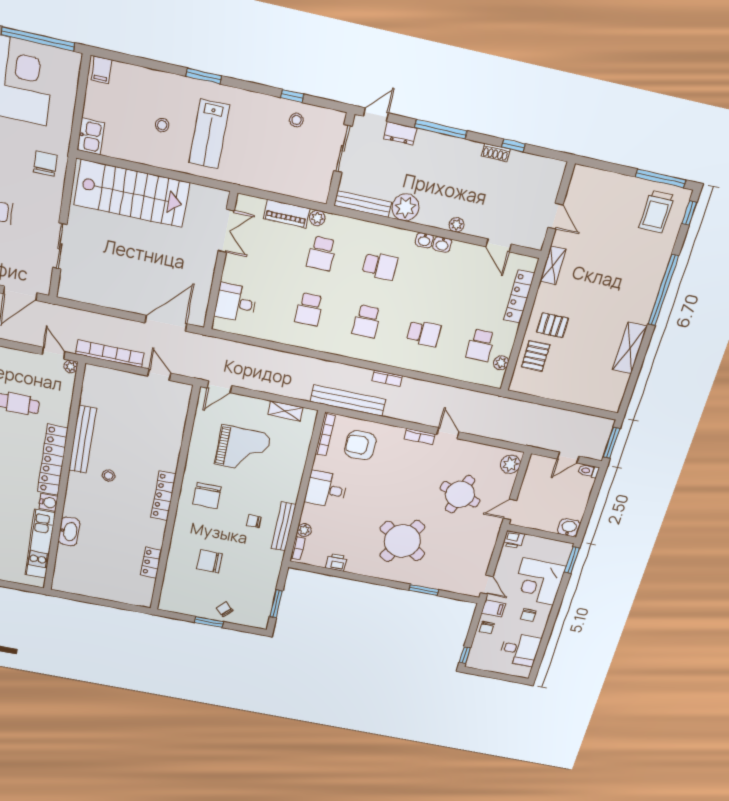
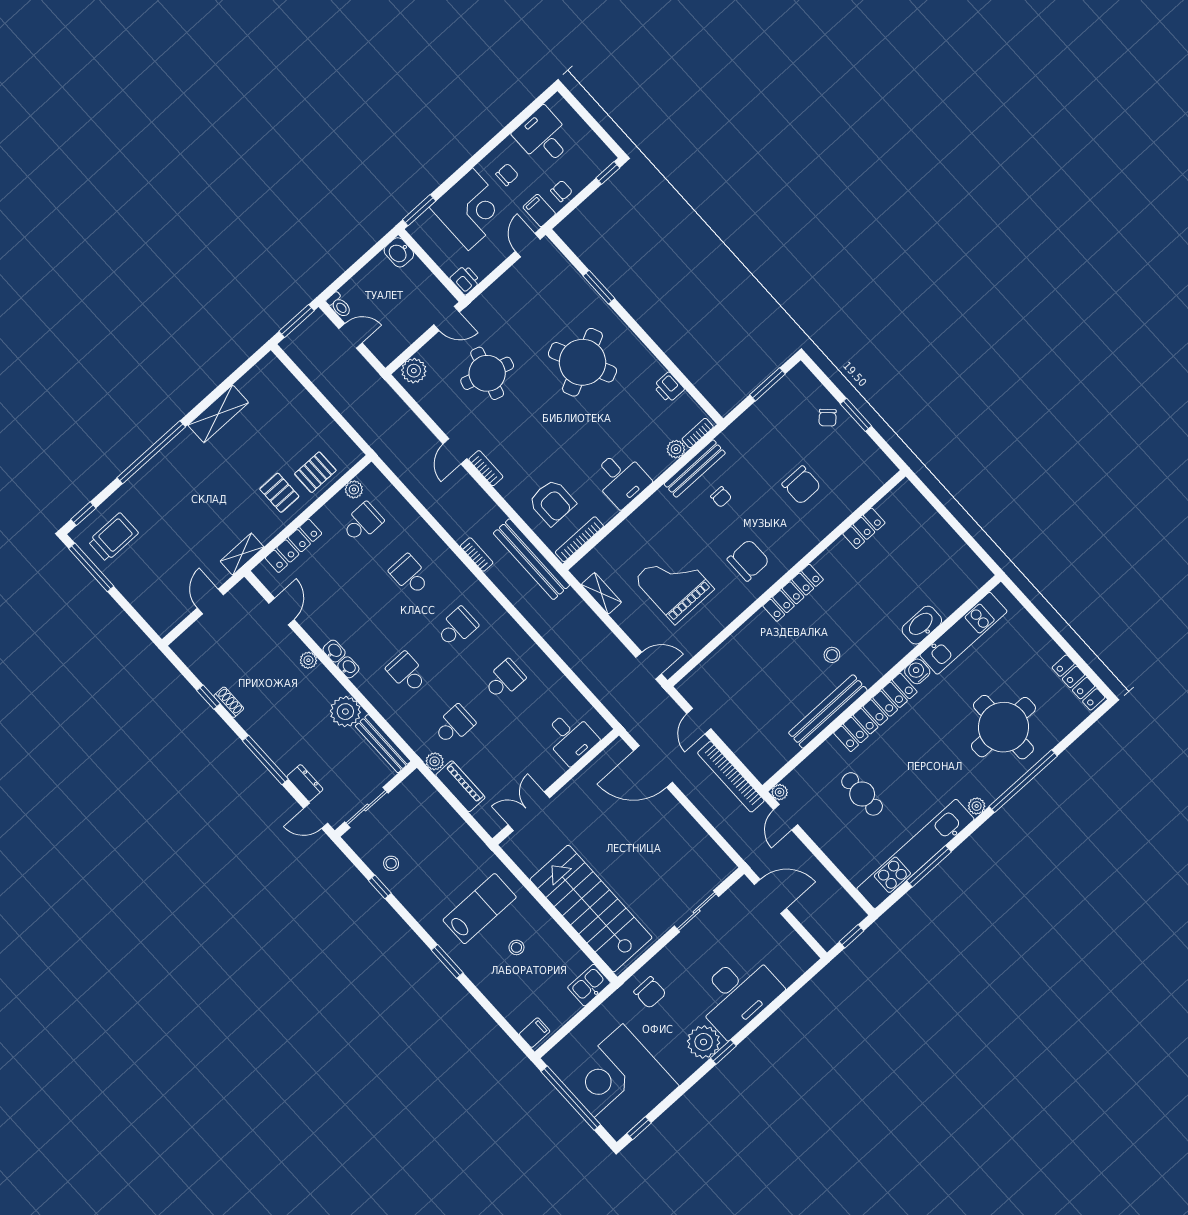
chair: (45, 164) -> (650, 993), turned -90
round table: (402, 541) -> (583, 362), turned 34

